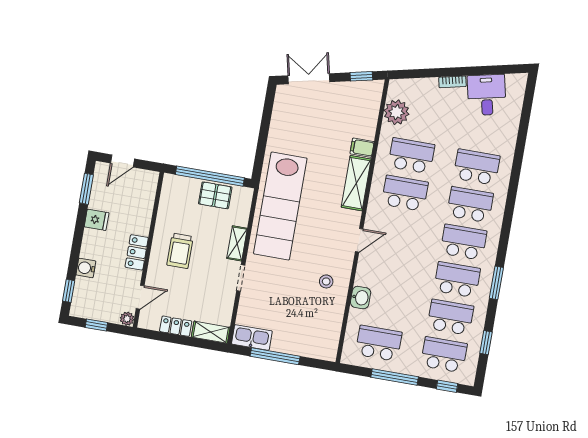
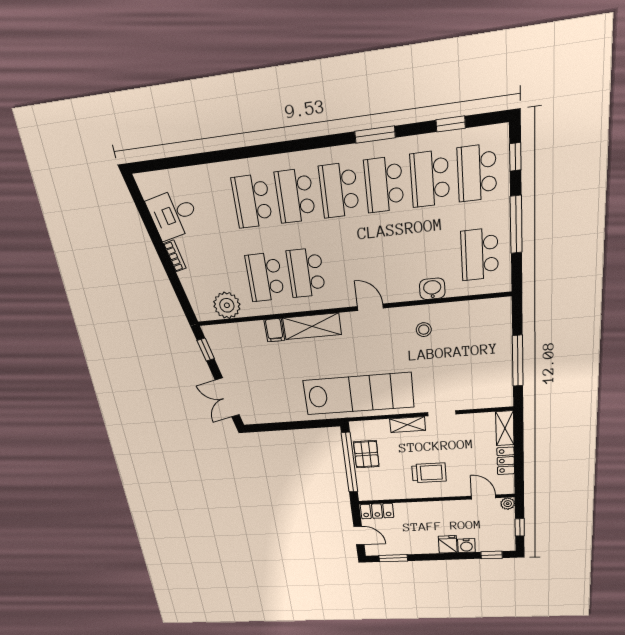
fridge: (97, 220) -> (448, 544), moved
locker: (137, 252) -> (377, 511), moved
kitchen sink: (252, 337) -> (502, 388), removed

